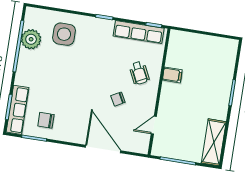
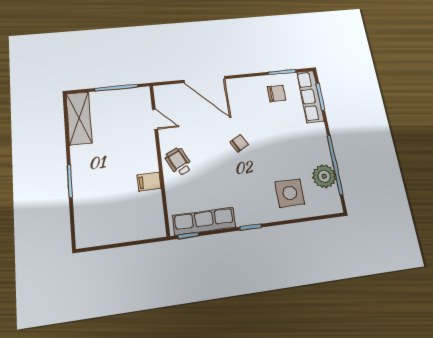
wheelchair: (139, 73) -> (179, 162), moved
chair: (118, 99) -> (239, 143), moved
door: (154, 125) -> (155, 119), hinge flipped

